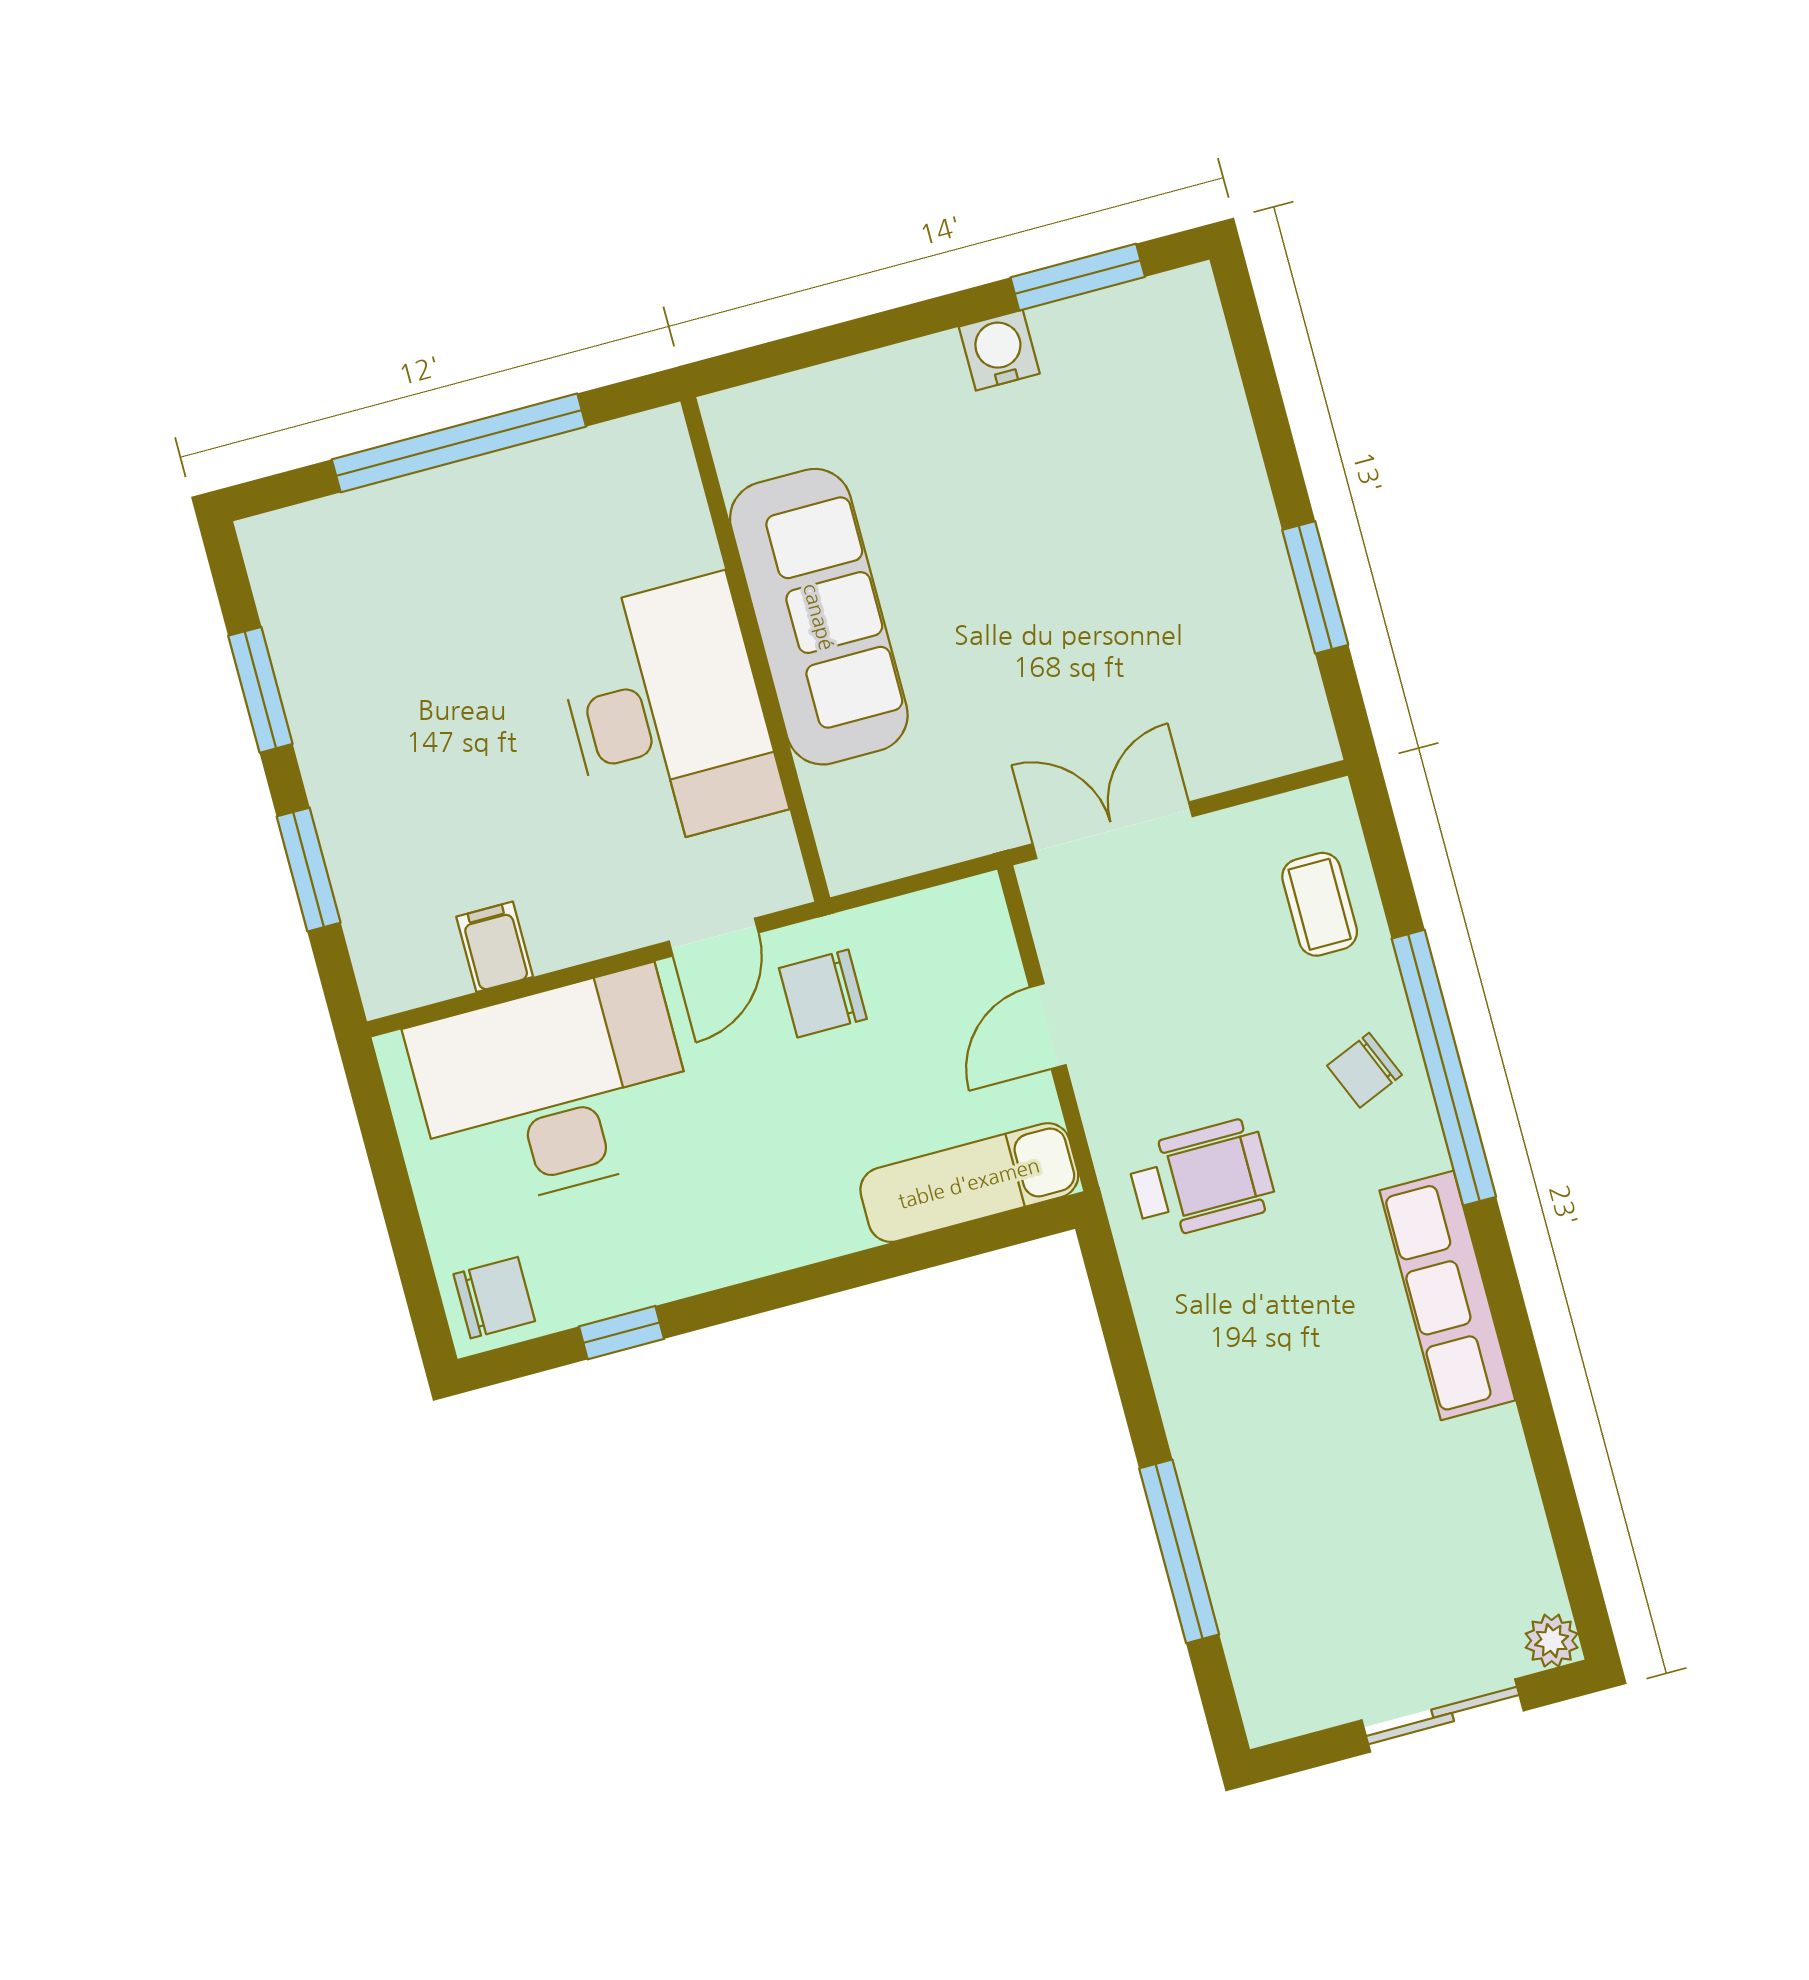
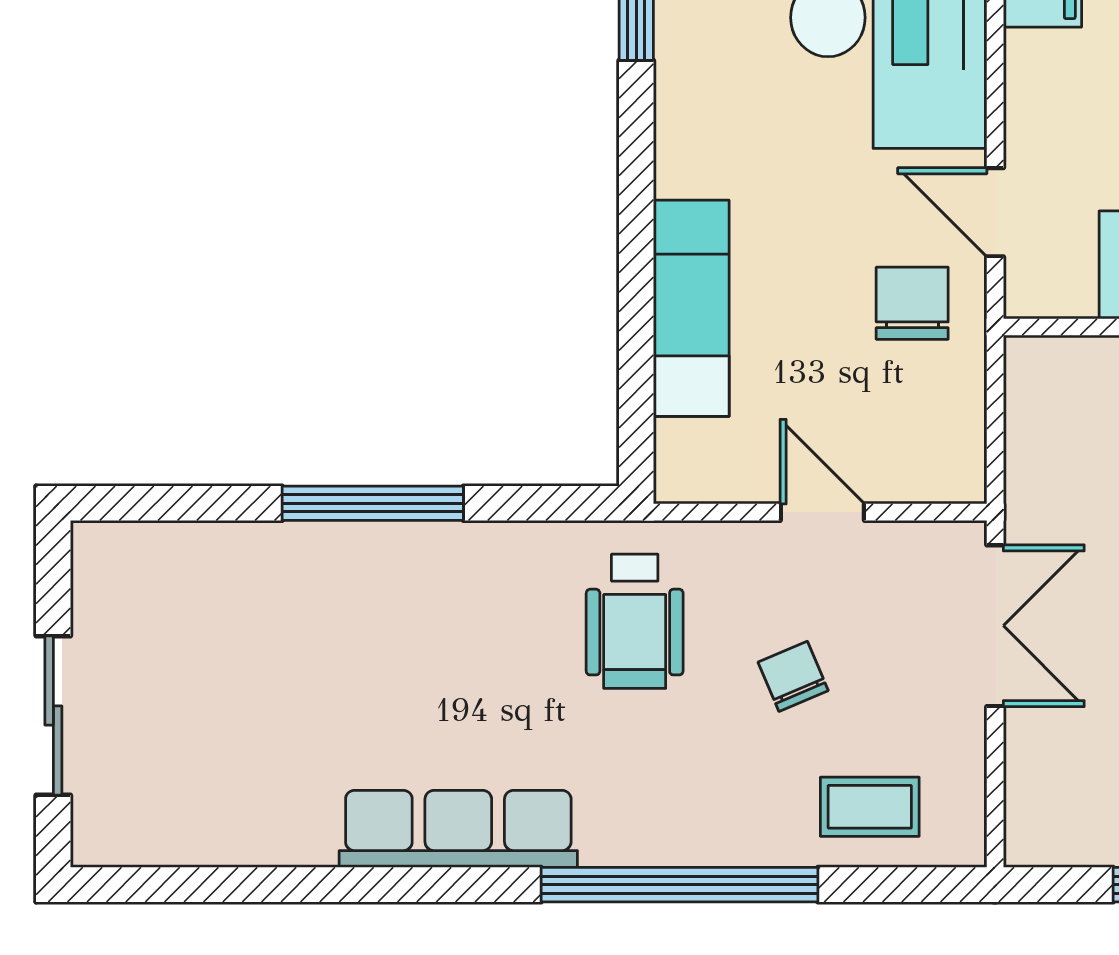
chair: (1365, 1070) -> (793, 676), moved
exam couch: (969, 1183) -> (691, 308), moved
window: (1179, 1551) -> (373, 503), moved
plant: (1552, 1641) -> (97, 840), removed

